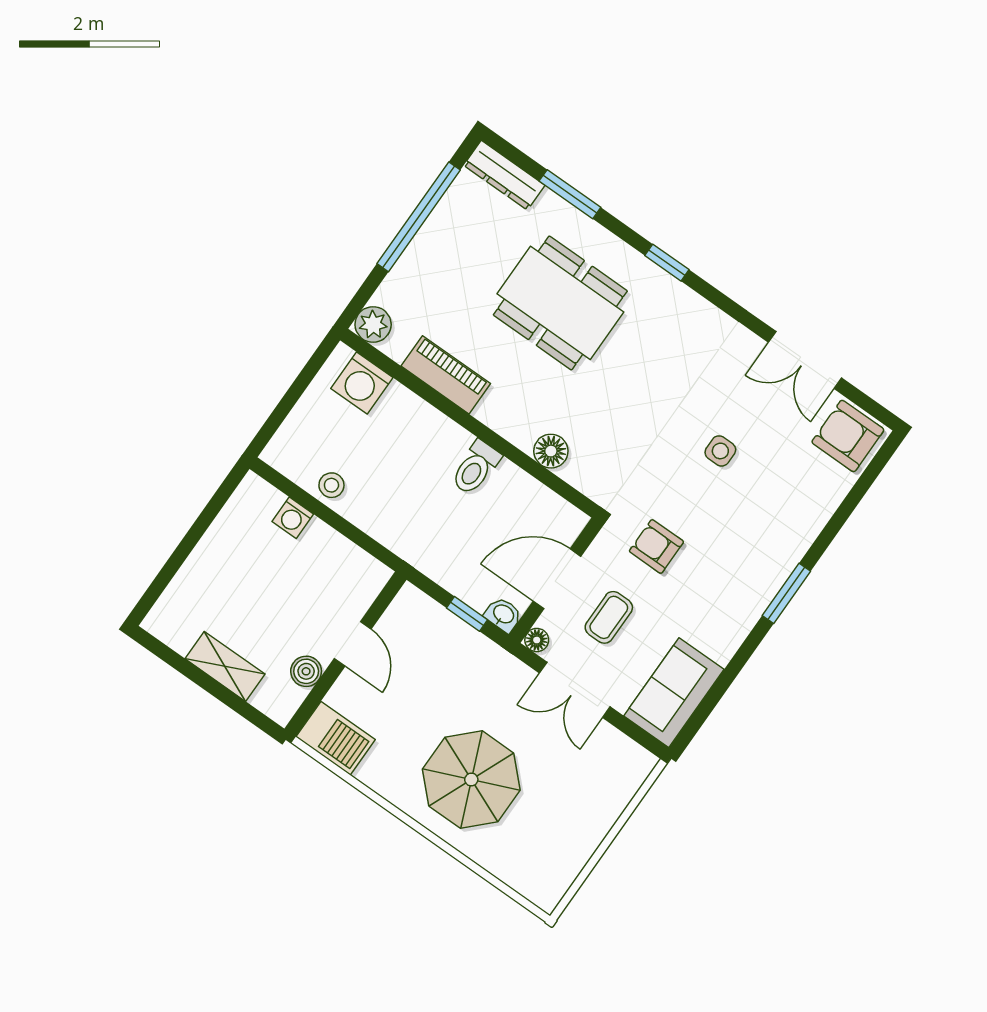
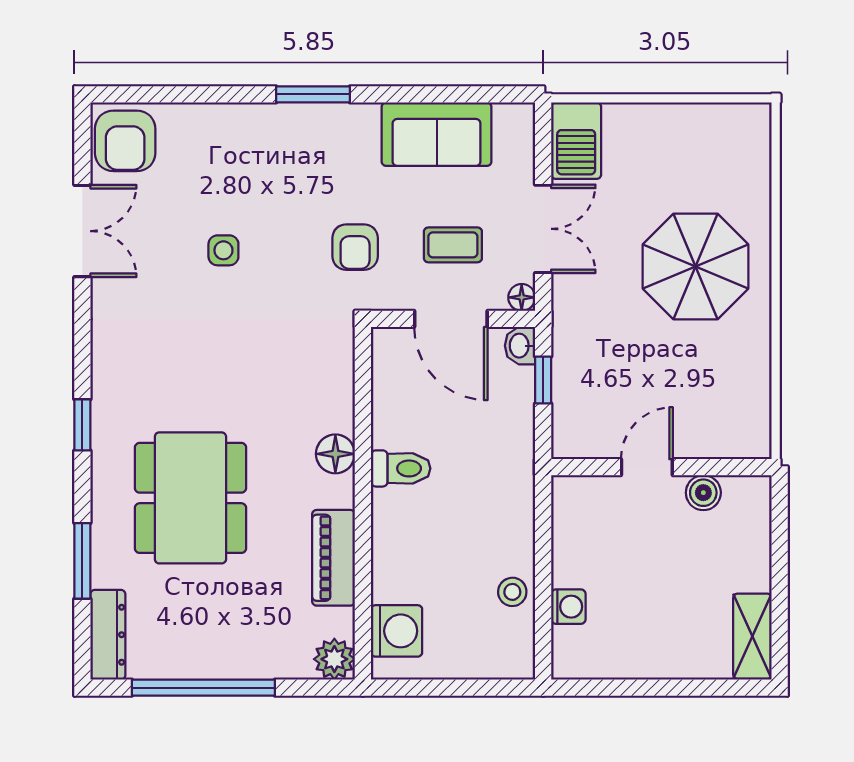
floor lamp: (551, 451) -> (335, 454), moved
shelving: (225, 666) -> (752, 636), moved
sofa: (674, 693) -> (437, 134), moved
barbecue: (335, 738) -> (576, 141), moved, turned 180

